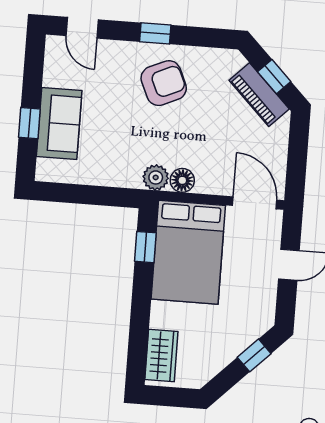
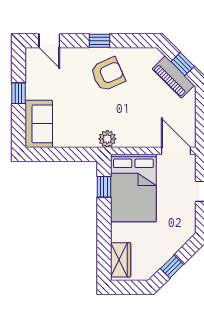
window: (29, 123) -> (18, 93), moved
sofa: (59, 123) -> (39, 124), moved
floor lamp: (182, 180) -> (126, 139), removed
window: (254, 355) -> (172, 267), moved

